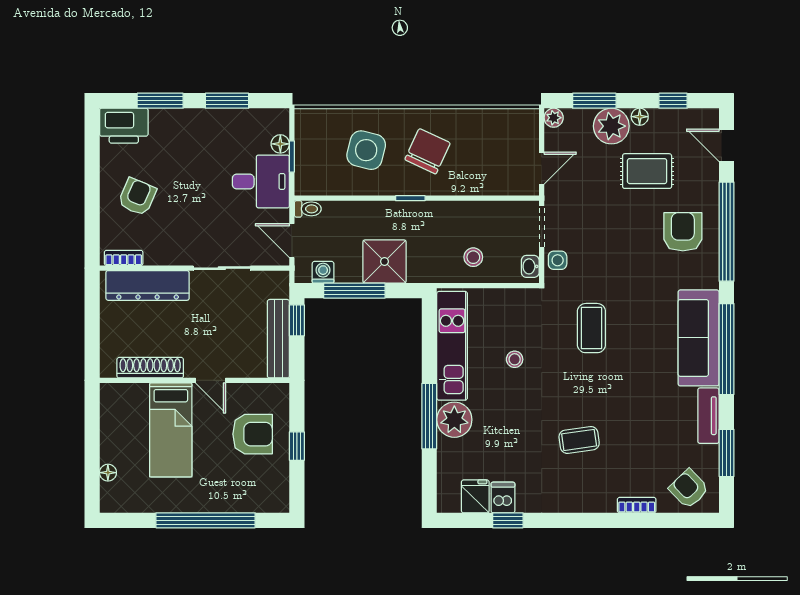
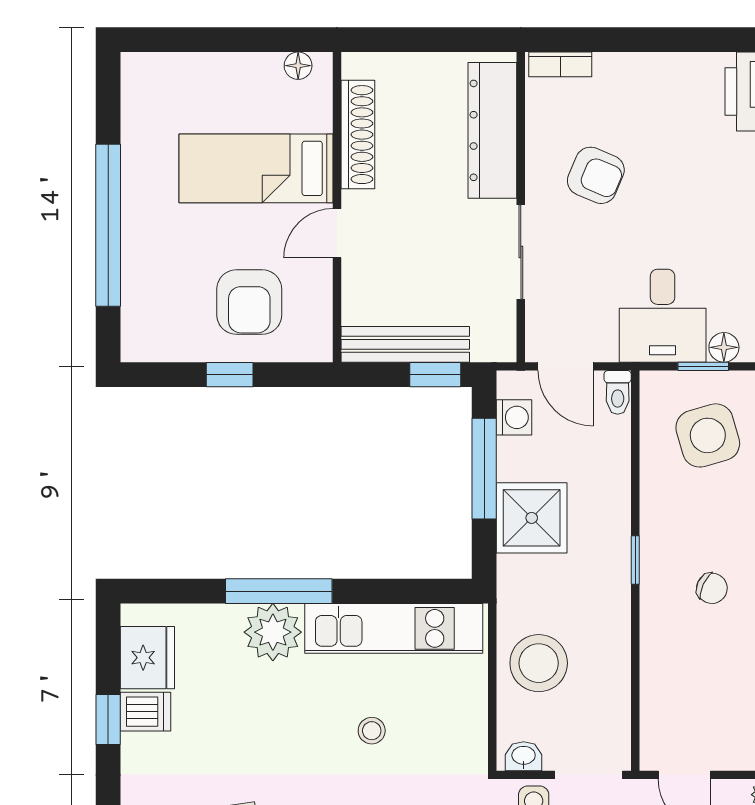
side table: (366, 150) -> (708, 435), moved, turned -30
chair: (428, 151) -> (712, 588), width x0.54, depth x0.54
armchair: (137, 197) -> (596, 175), moved
door: (292, 241) -> (566, 366), swing flipped
stool: (473, 257) -> (539, 663), width x1.89, depth x1.89
bookcase: (124, 258) -> (560, 64), moved, turned 90
floor lamp: (108, 473) -> (298, 66), moved
fridge: (475, 496) -> (147, 658), width x1.38

